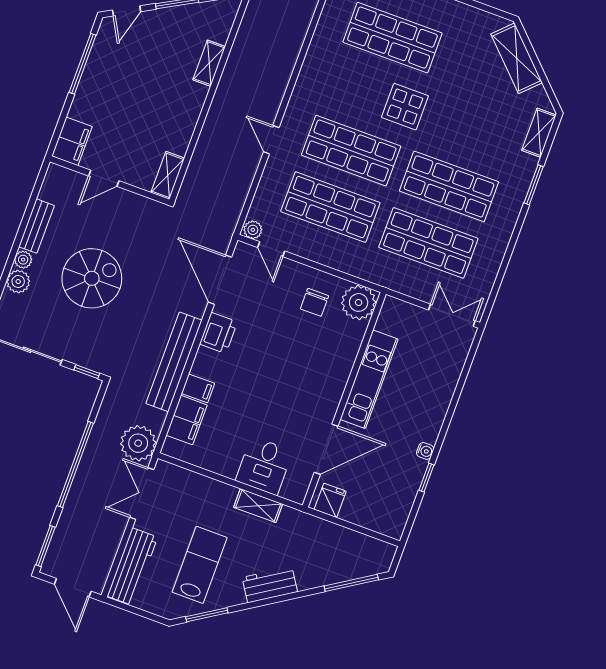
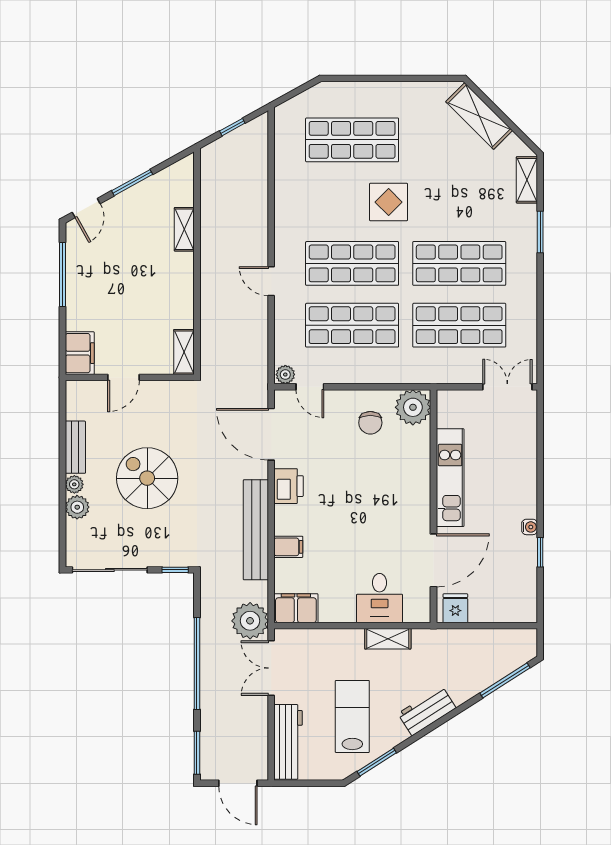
spiral stairs: (92, 278) -> (147, 478), turned -90
filing cabinet: (187, 420) -> (296, 608), moved, turned -90

